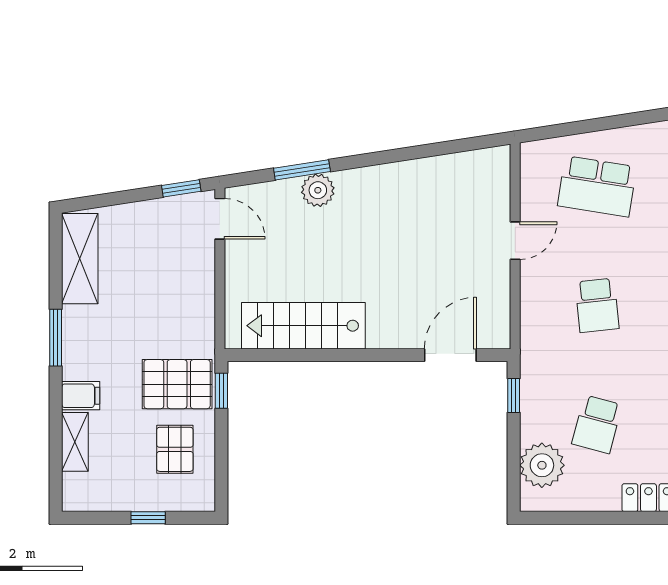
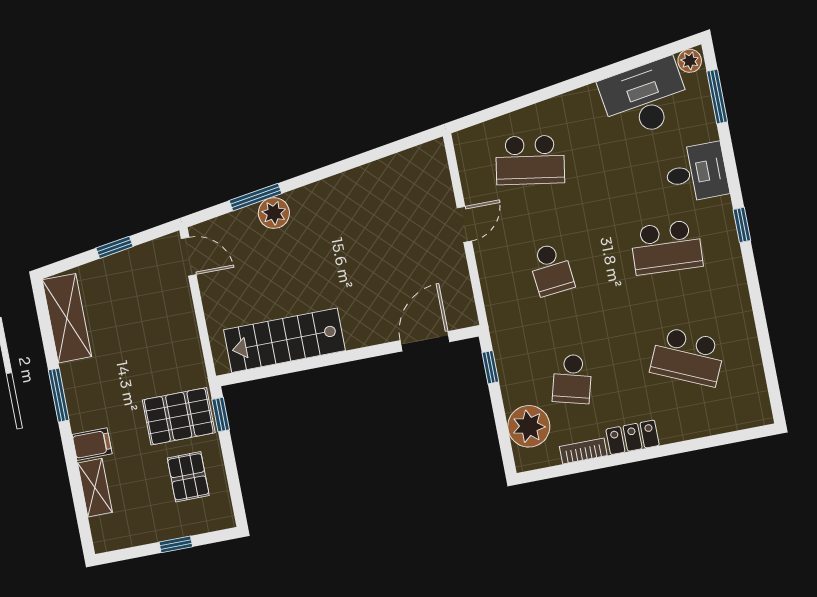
window: (181, 188) -> (115, 247), moved
bookcase: (594, 502) -> (583, 451), added

